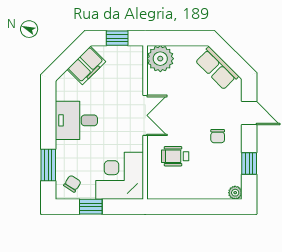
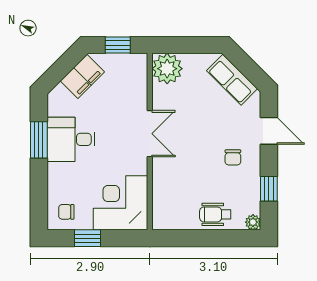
wheelchair: (175, 156) -> (215, 214), moved
window: (48, 165) -> (39, 140), moved
chair: (72, 184) -> (66, 212), turned -123

